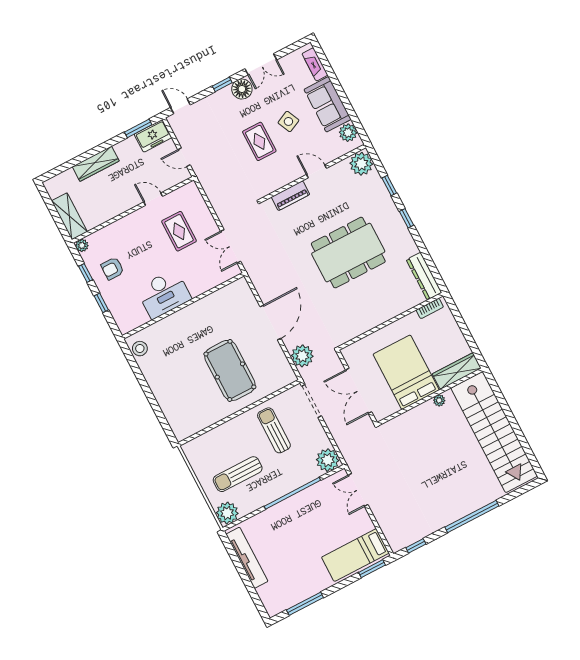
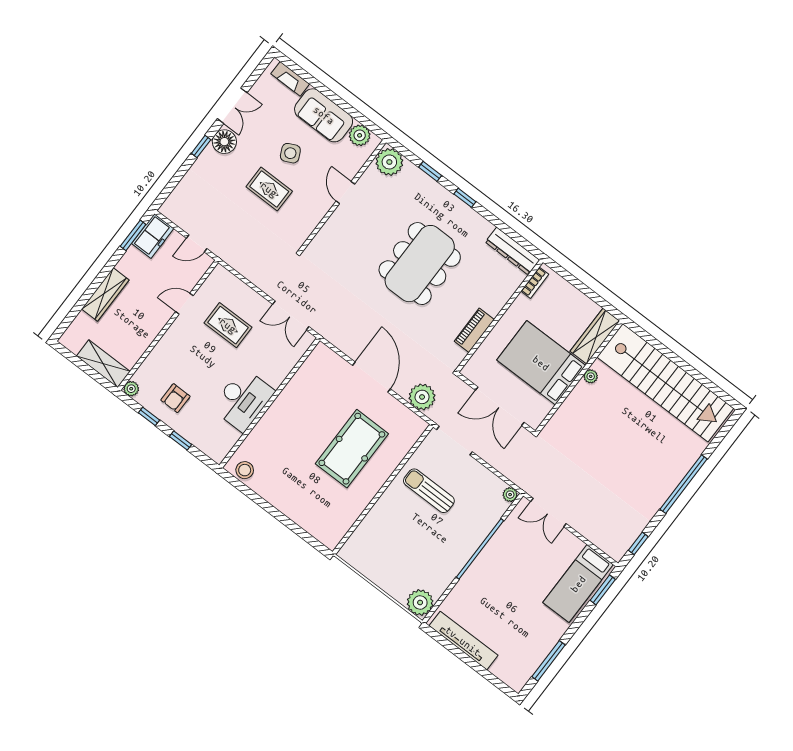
door: (180, 106) -> (167, 191), removed
door: (317, 171) -> (345, 193), hinge flipped
piano: (291, 196) -> (474, 330), moved, turned 180
pool table: (230, 370) -> (352, 449), turned 90
plant: (328, 460) -> (510, 495), width x0.53, depth x0.53
sun lounger: (238, 474) -> (412, 556), removed

